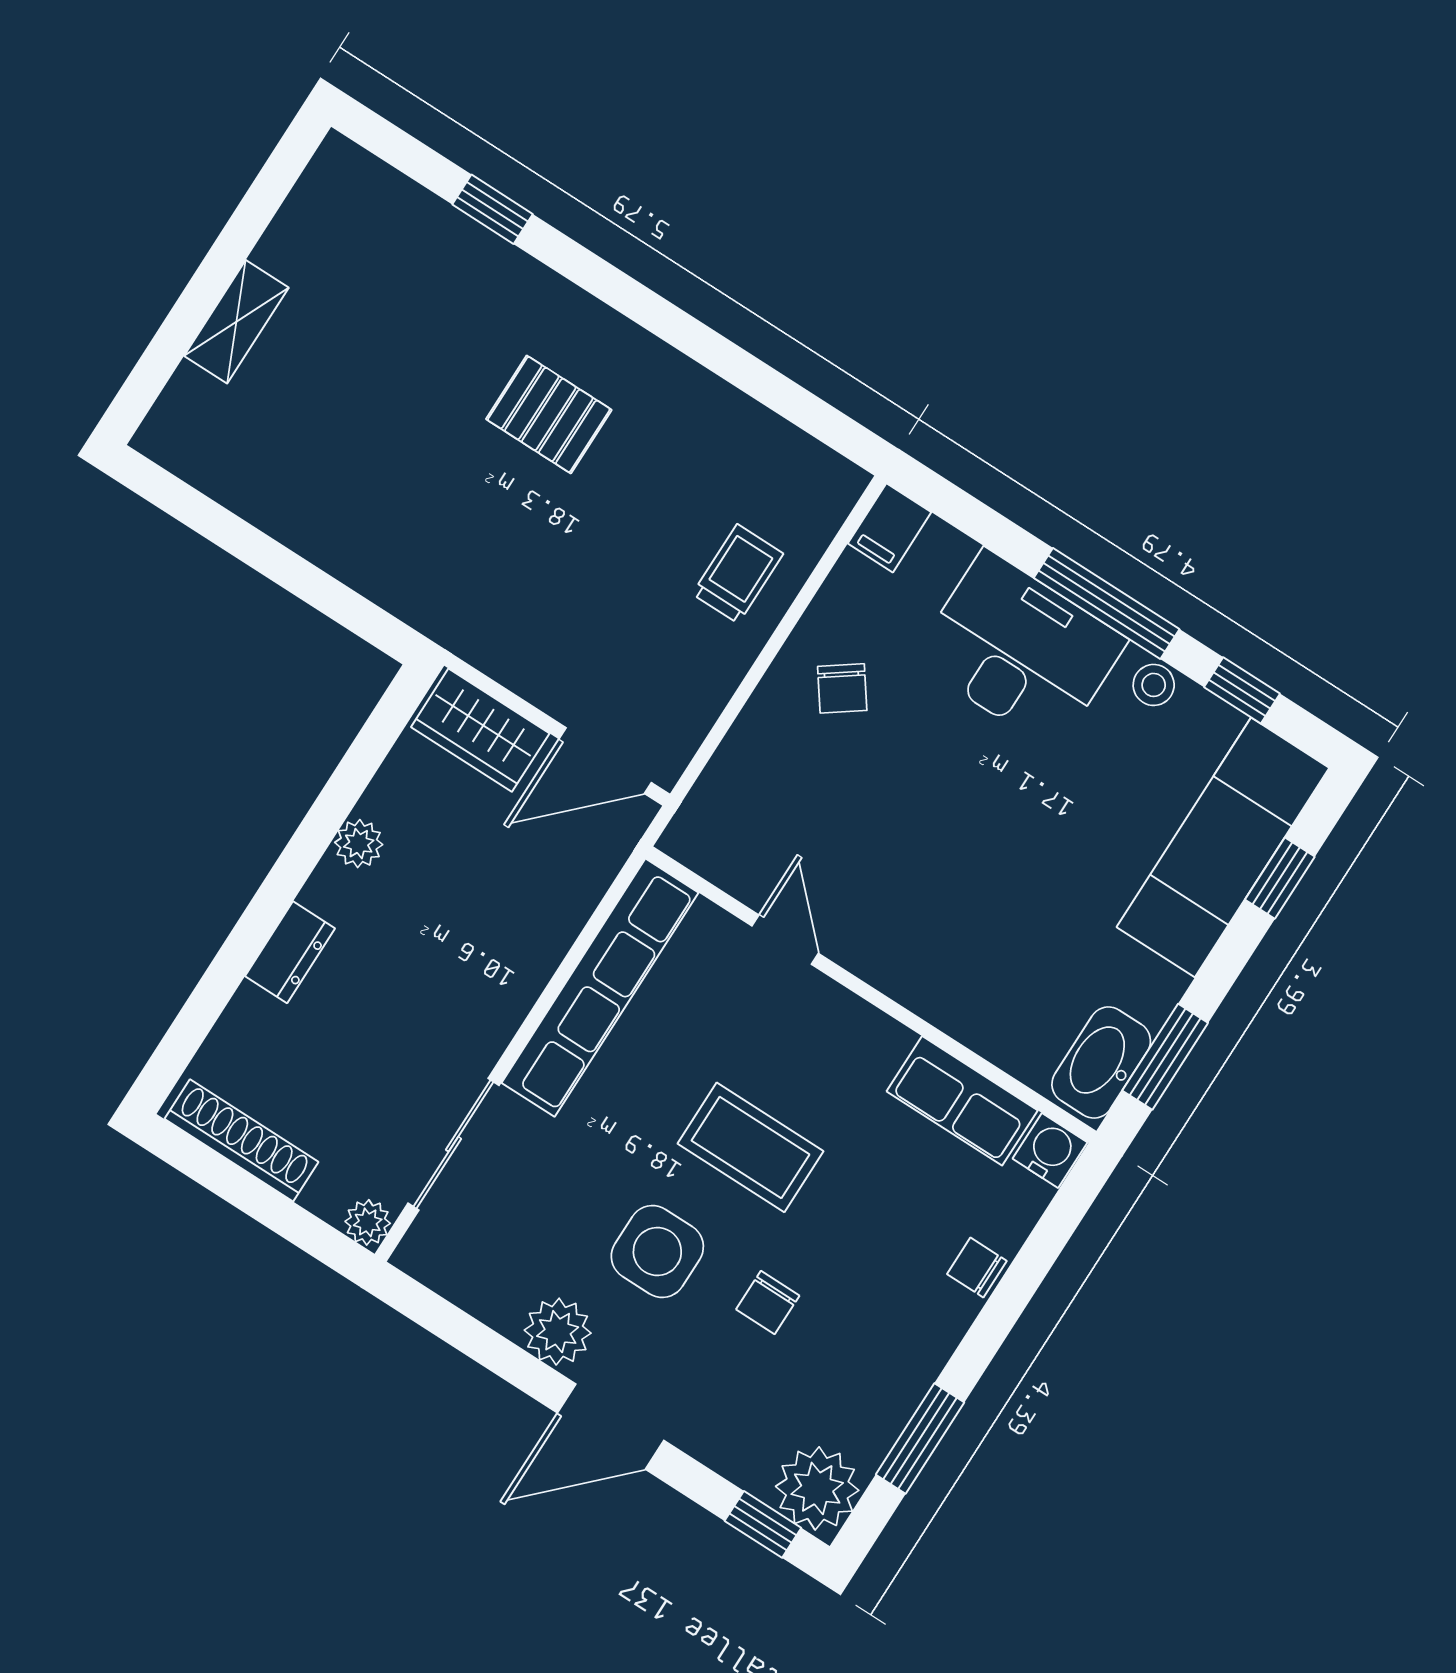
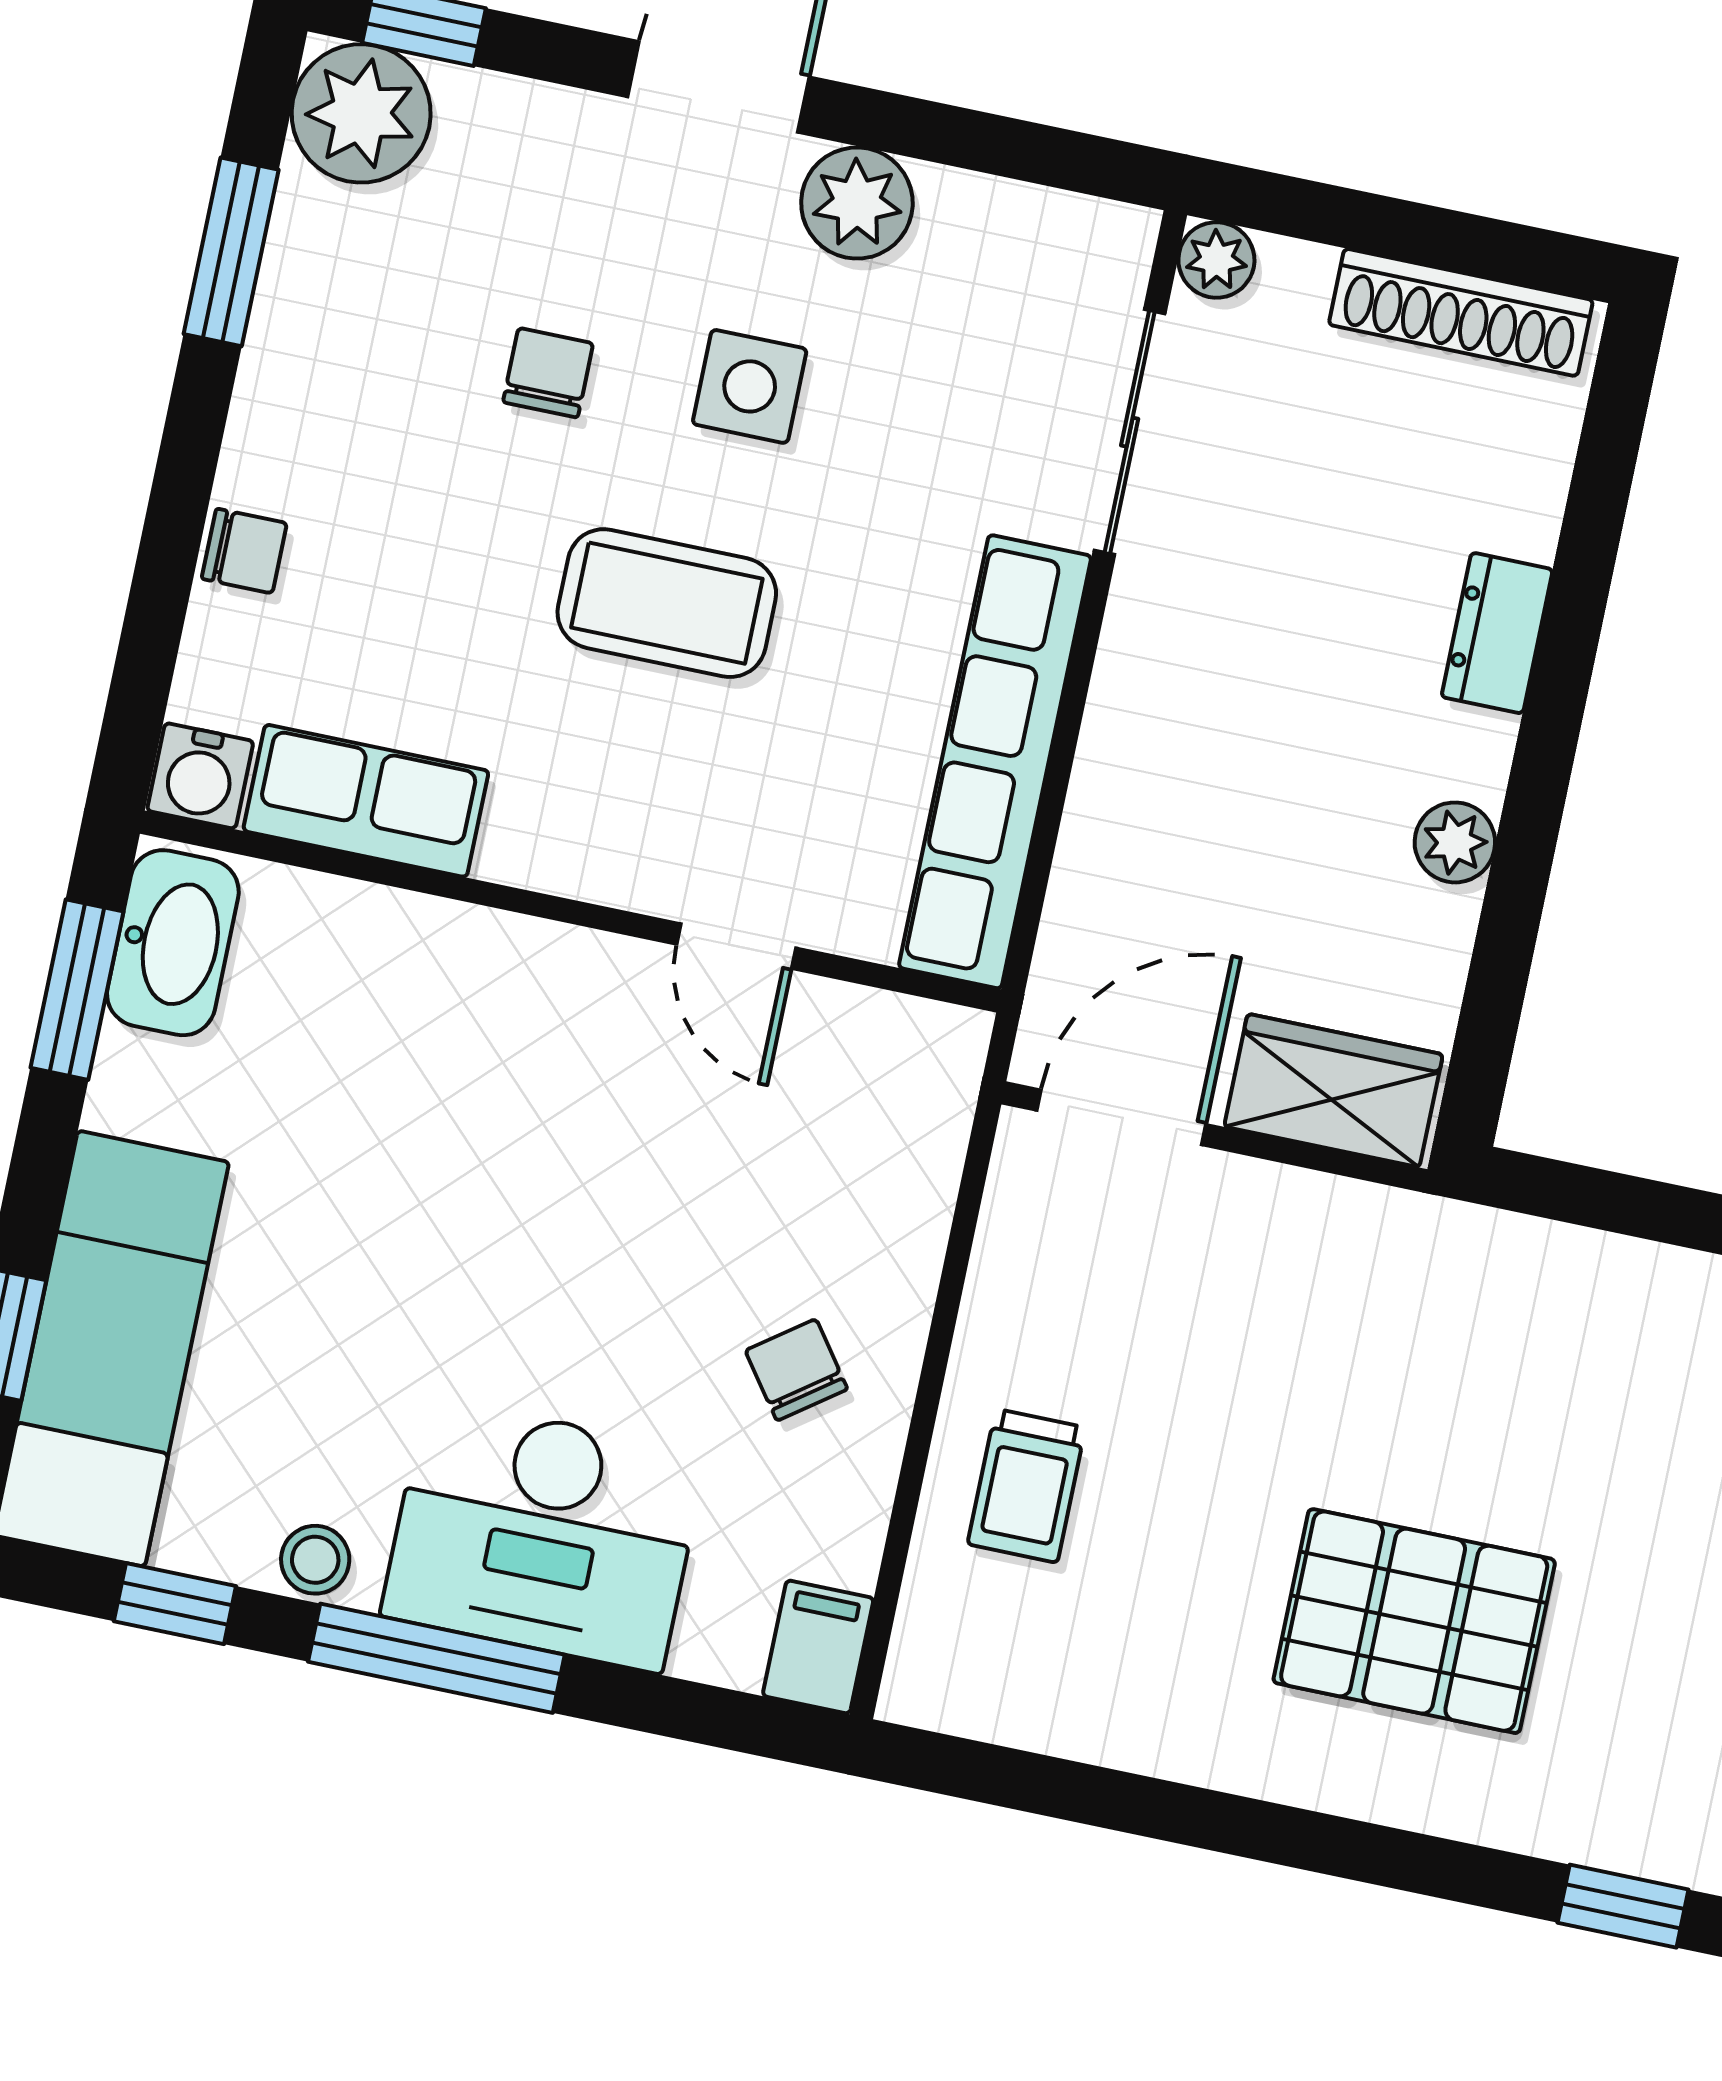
pallet: (549, 414) -> (1414, 1621), width x1.50, depth x1.42
side table: (657, 1251) -> (750, 386), width x0.73, depth x0.73

